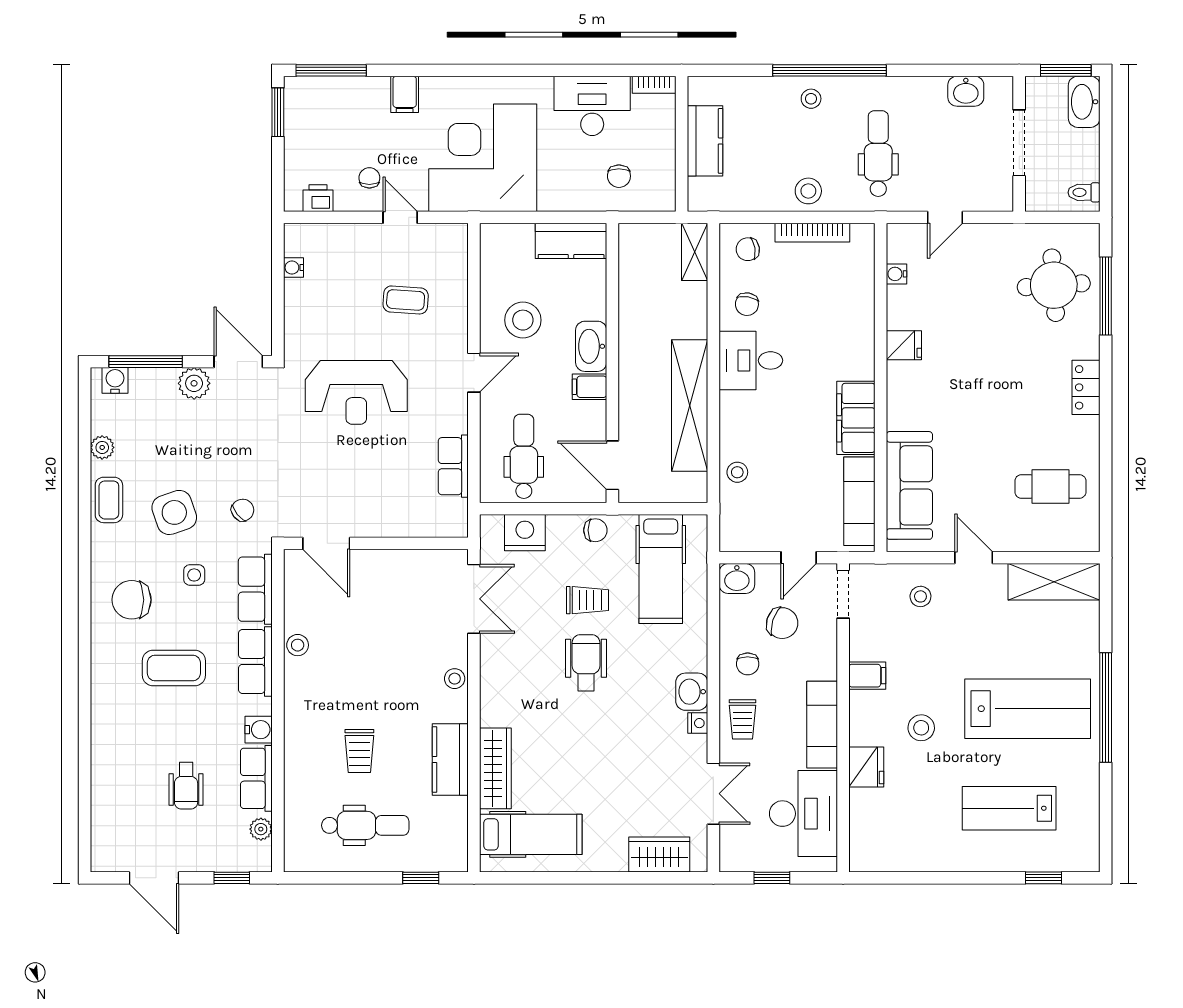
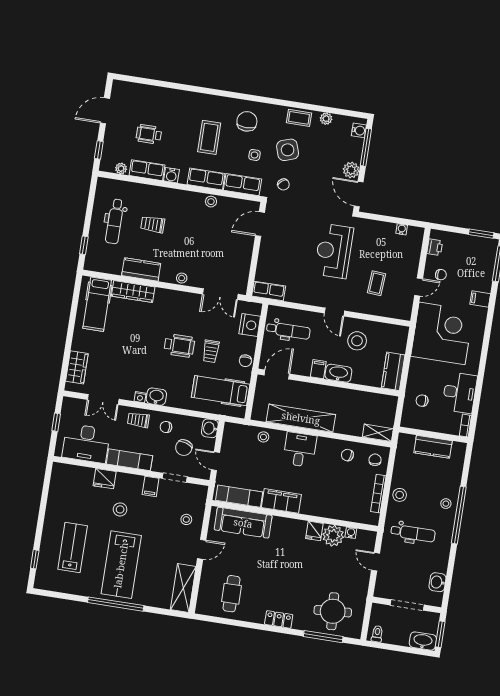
plant: (907, 307) -> (333, 536), added
desk: (751, 360) -> (300, 450), moved
door: (238, 362) -> (359, 194), swing flipped
row of seats: (453, 466) -> (269, 291), moved
doorway: (843, 594) -> (175, 478), moved

